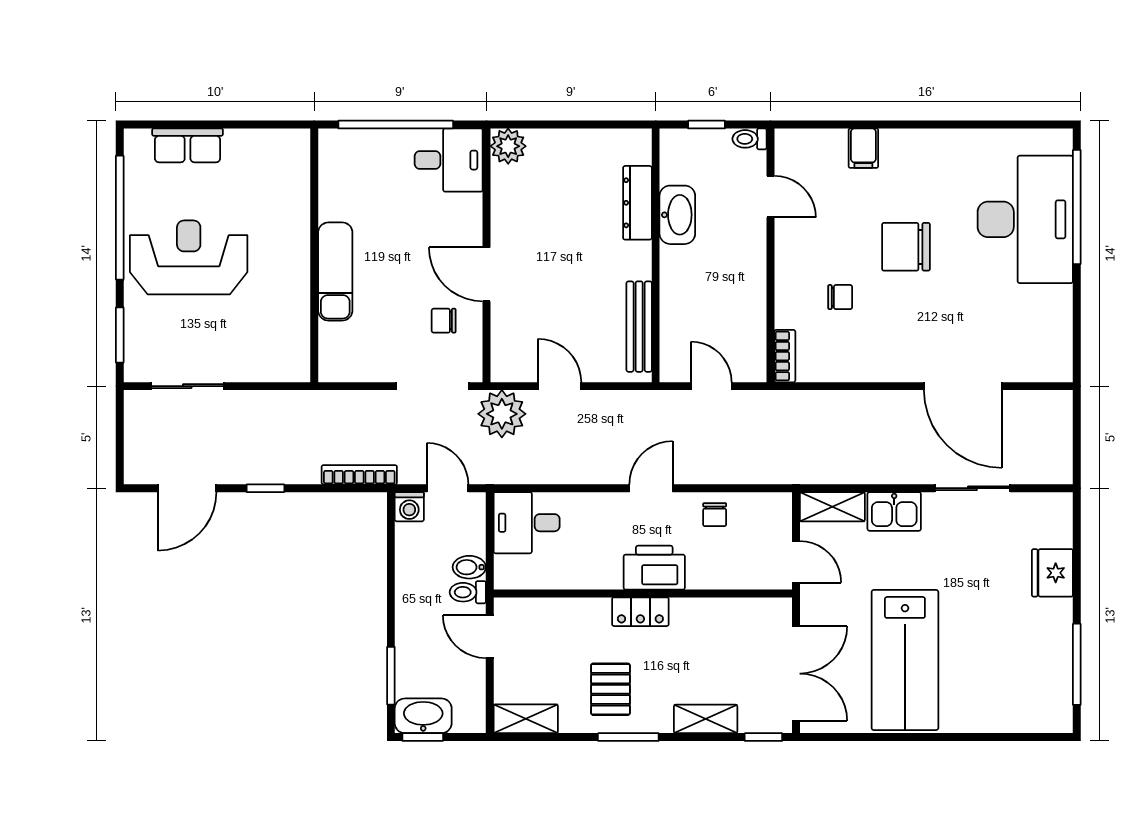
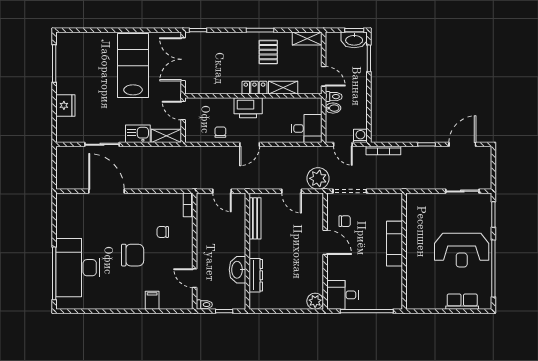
shelving: (706, 719) -> (283, 88), moved

